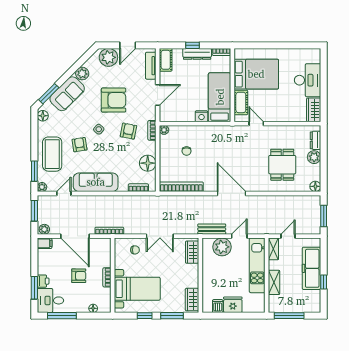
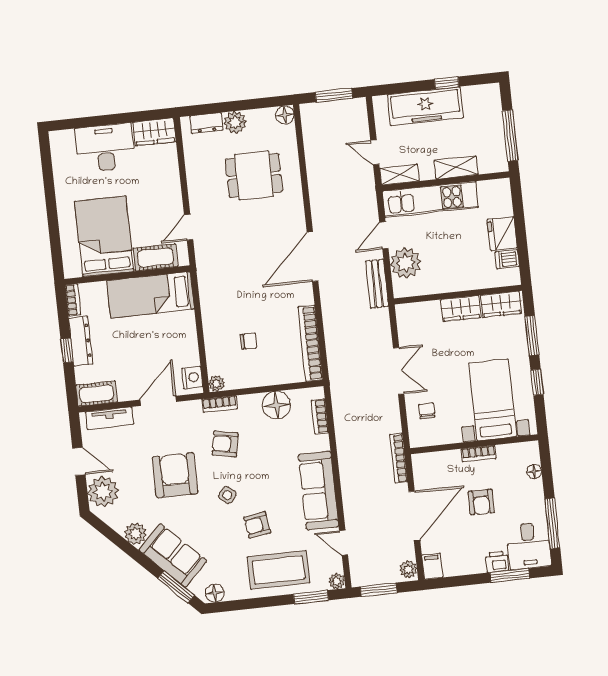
door: (158, 95) -> (158, 401), hinge flipped
nightstand: (201, 116) -> (192, 377), moved
door: (239, 236) -> (384, 235), hinge flipped
wardrobe: (192, 252) -> (461, 309), moved
armchair: (79, 276) -> (481, 502), turned 180

